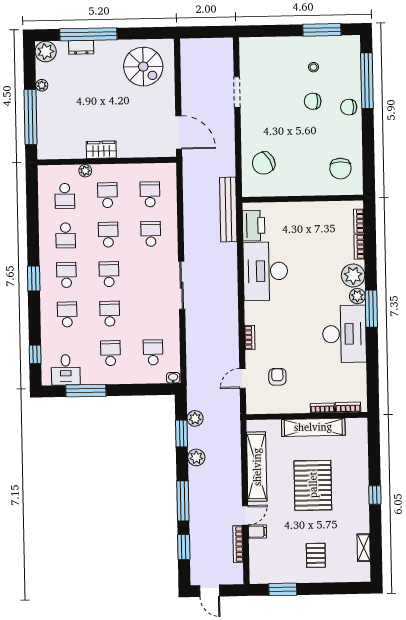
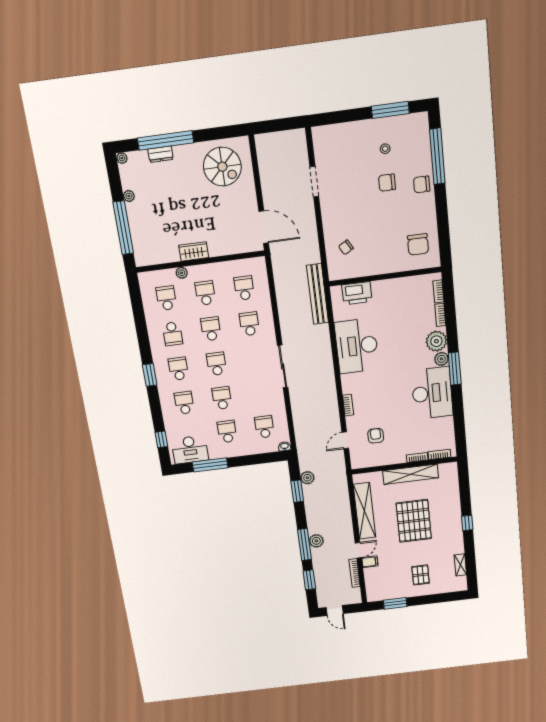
plant: (46, 52) -> (122, 158), width x0.53, depth x0.53
chair: (264, 163) -> (346, 247), width x0.54, depth x0.54
school desk: (65, 196) -> (166, 298), turned 180
printer: (254, 226) -> (357, 293), moved, turned 90
desk: (66, 370) -> (190, 450), width x1.37
plant: (196, 457) -> (316, 541), moved

